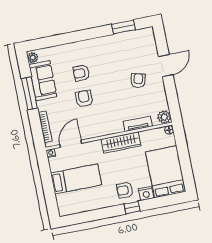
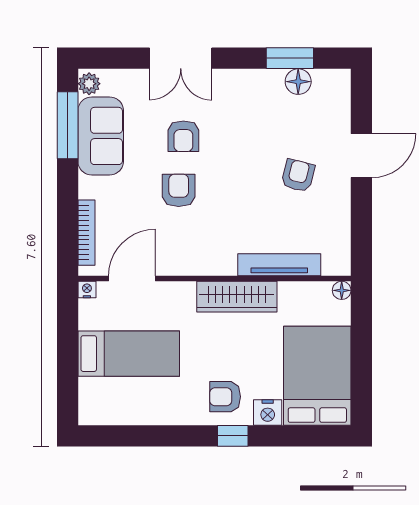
double door: (73, 37) -> (181, 58), added
floor lamp: (130, 37) -> (298, 82), added
armchair: (81, 73) -> (183, 136), turned -90
window: (29, 93) -> (68, 125), moved
plant: (164, 117) -> (337, 262), removed
tv unit: (138, 124) -> (279, 265), width x1.41

